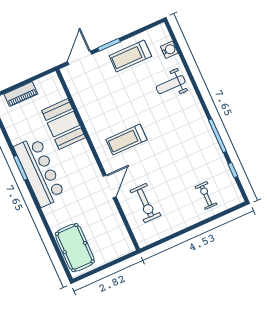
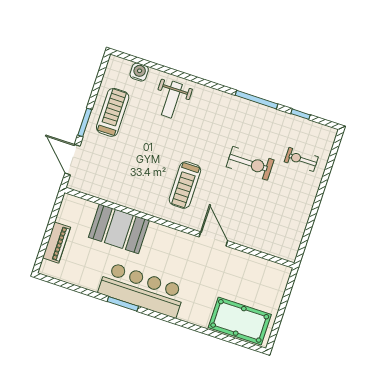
treadmill: (130, 56) -> (113, 112), turned 180
exercise bike: (145, 203) -> (250, 163), moved

